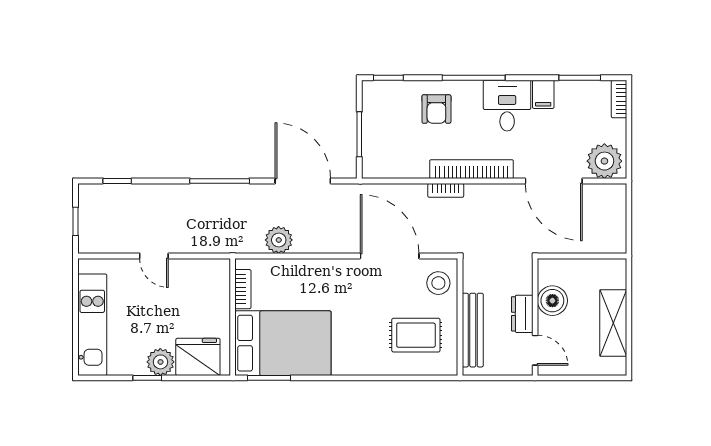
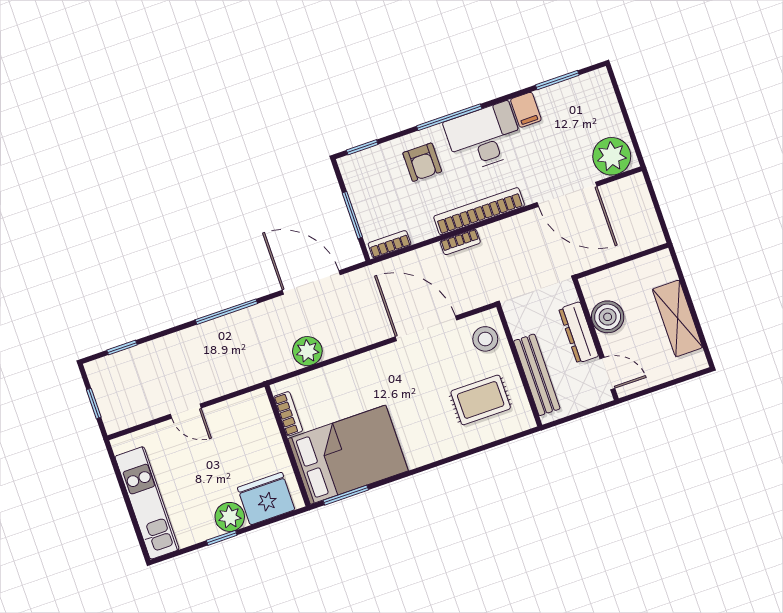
bookcase: (619, 99) -> (390, 244), moved, turned 90
desk: (507, 106) -> (484, 137), width x1.37
dresser: (522, 314) -> (579, 333), width x1.44

